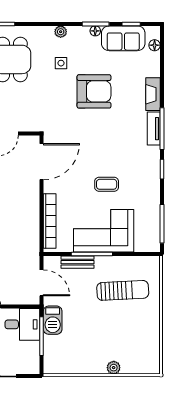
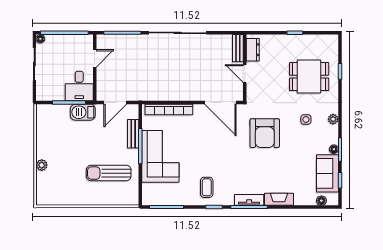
armchair: (94, 91) -> (265, 133), moved
coffee table: (107, 184) -> (207, 187), moved
sun lounger: (123, 290) -> (109, 173), turned 93

